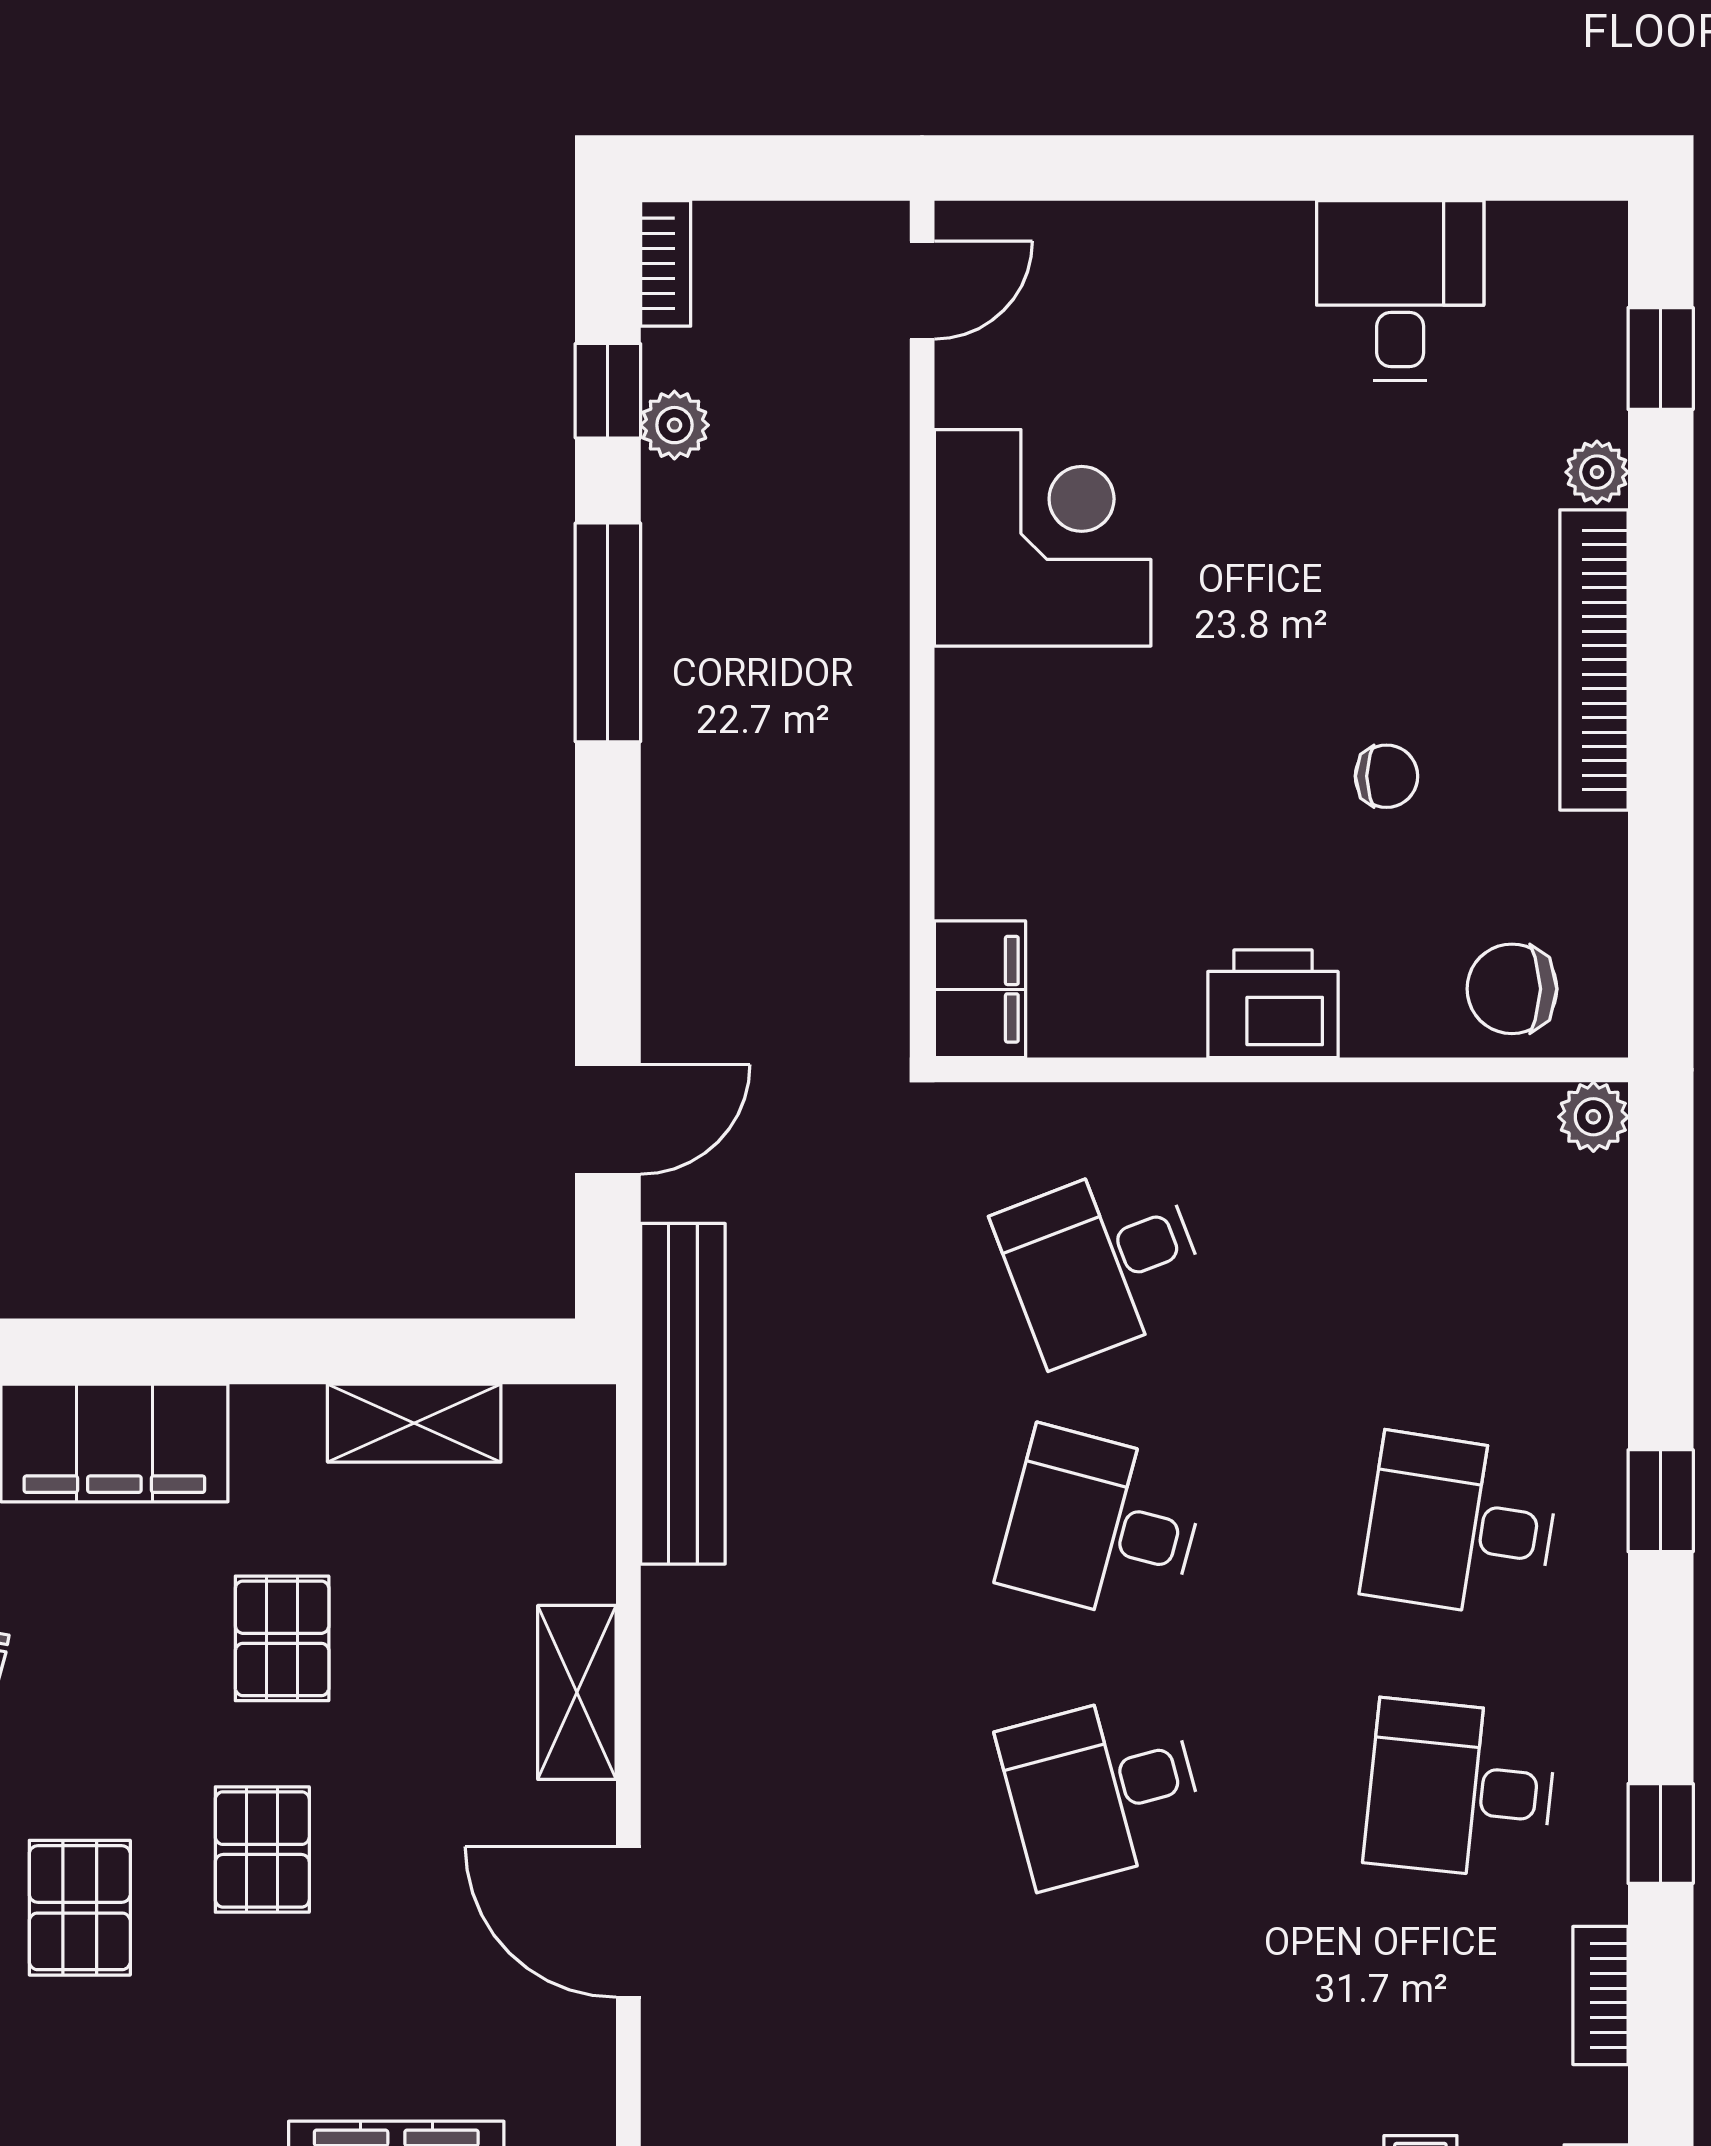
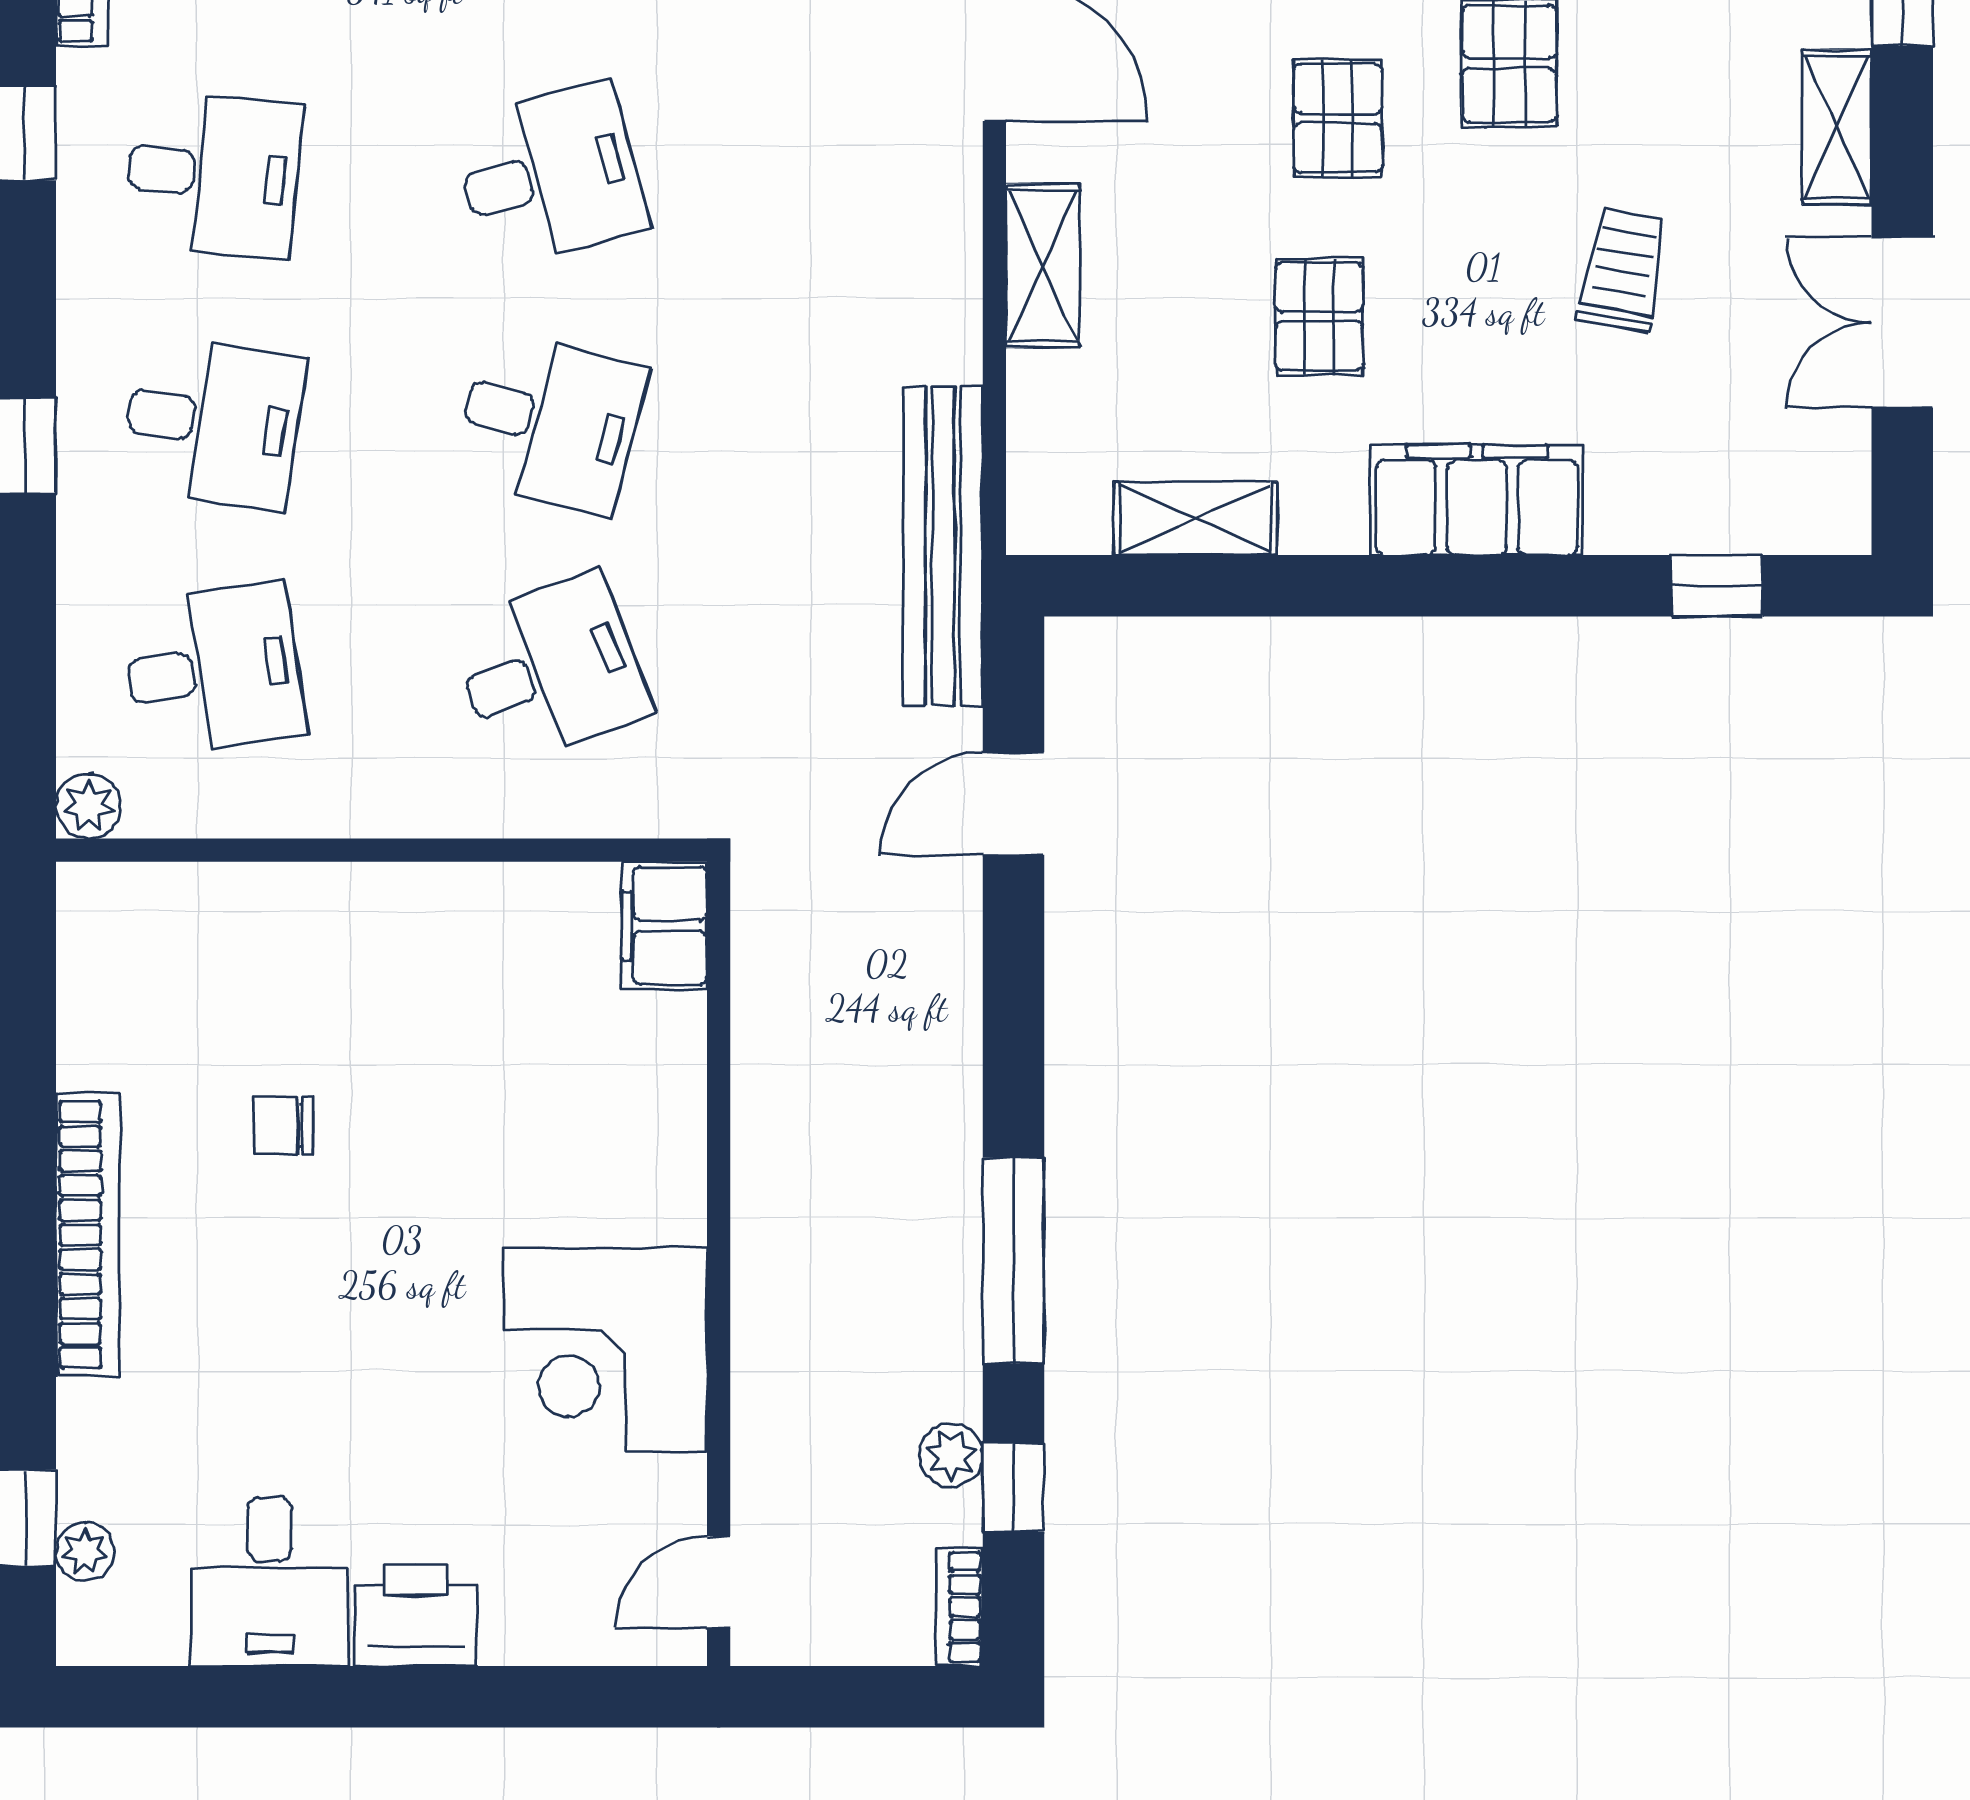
plant: (1597, 472) -> (85, 1552), moved
chair: (1512, 989) -> (165, 926), removed
printer: (1273, 1004) -> (416, 1616), moved, turned 180
desk: (1460, 1262) -> (213, 670), added

